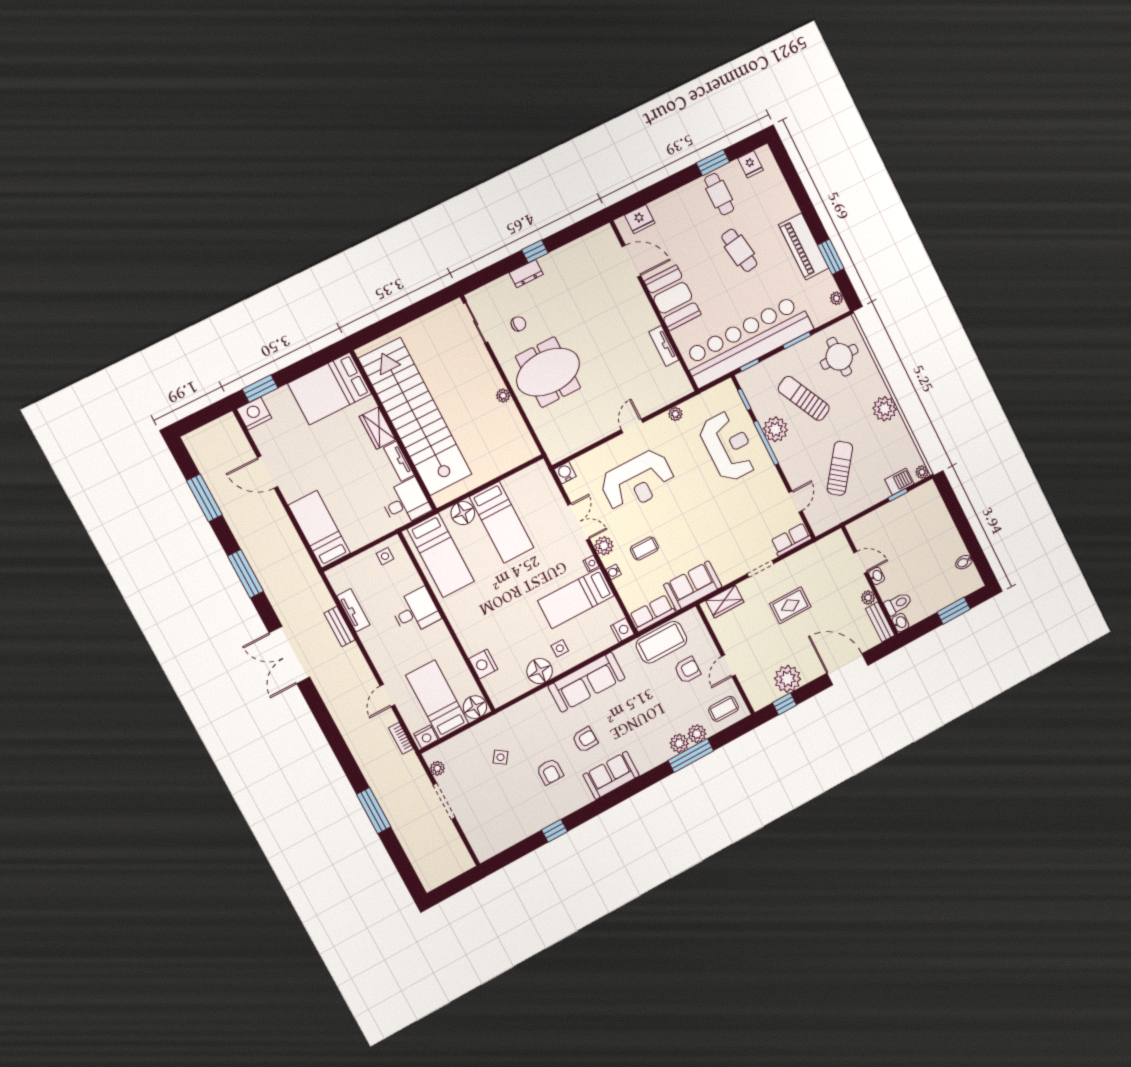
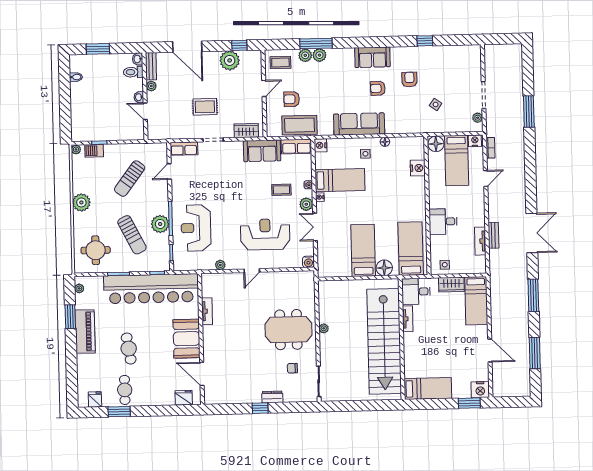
bed: (330, 389) -> (428, 388), width x0.67
wardrobe: (378, 428) -> (451, 285), moved, turned 90
floor lamp: (540, 671) -> (385, 142), width x0.53, depth x0.53

